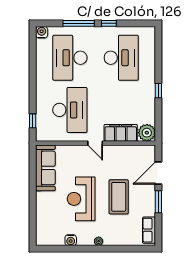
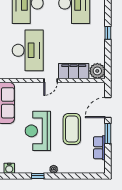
door: (95, 143) -> (51, 80), hinge flipped
row of seats: (149, 230) -> (99, 148), moved
water cooler: (71, 240) -> (9, 168), moved
window: (81, 249) -> (38, 176), added

